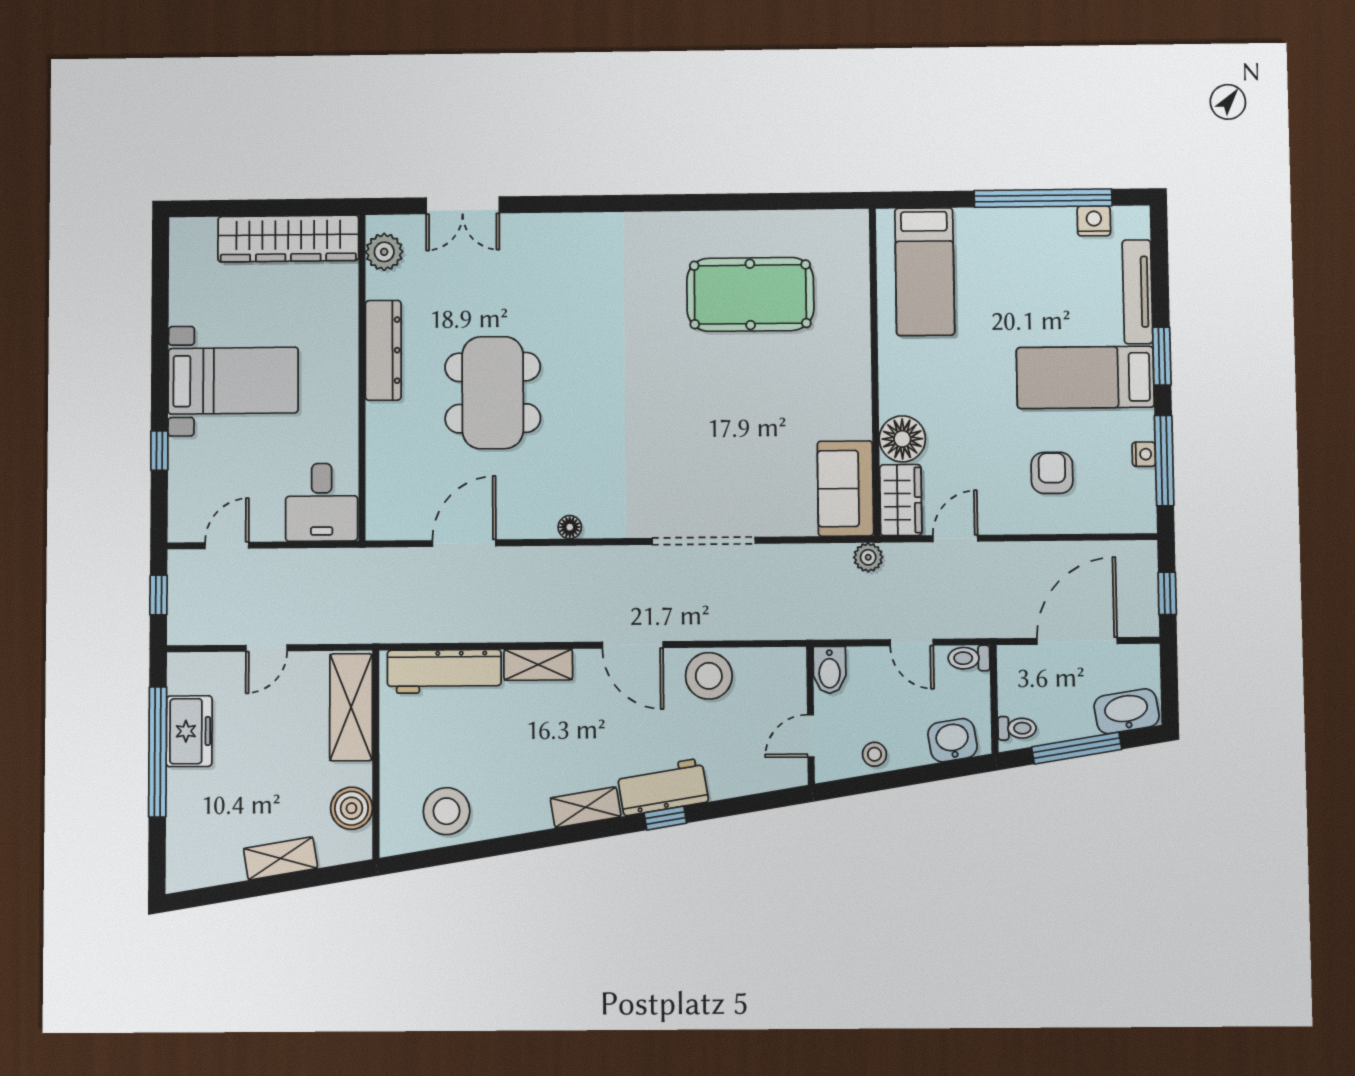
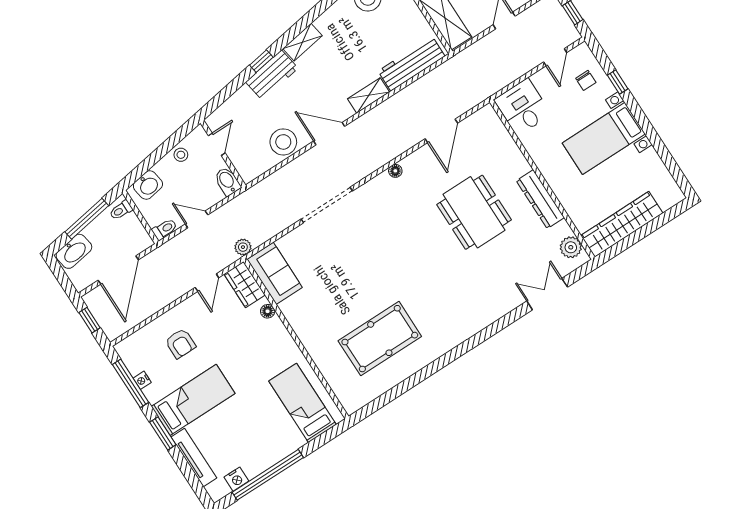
floor lamp: (902, 439) -> (268, 311), width x0.53, depth x0.53
chair: (204, 483) -> (586, 80), added

